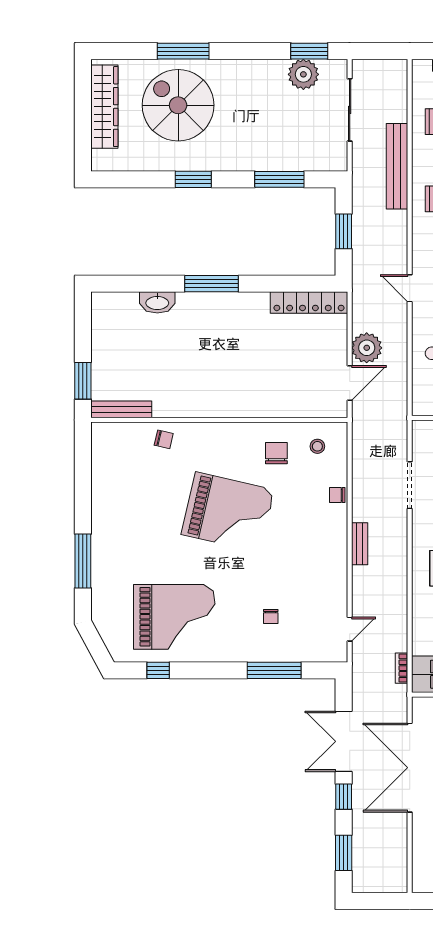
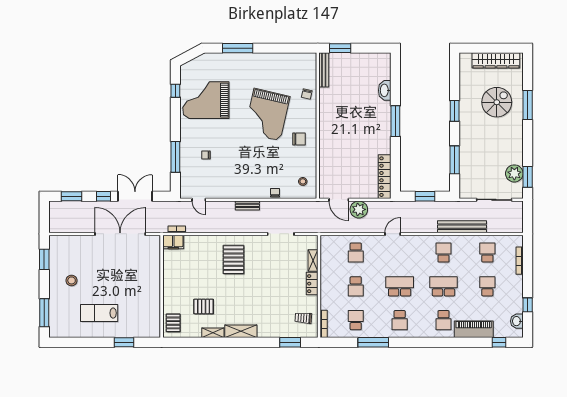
spiral stairs: (178, 105) -> (497, 102), width x0.73, depth x0.73
chair: (276, 453) -> (299, 139), moved
grand piano: (228, 512) -> (267, 115), moved
grand piano: (174, 617) -> (206, 100), turned 90

